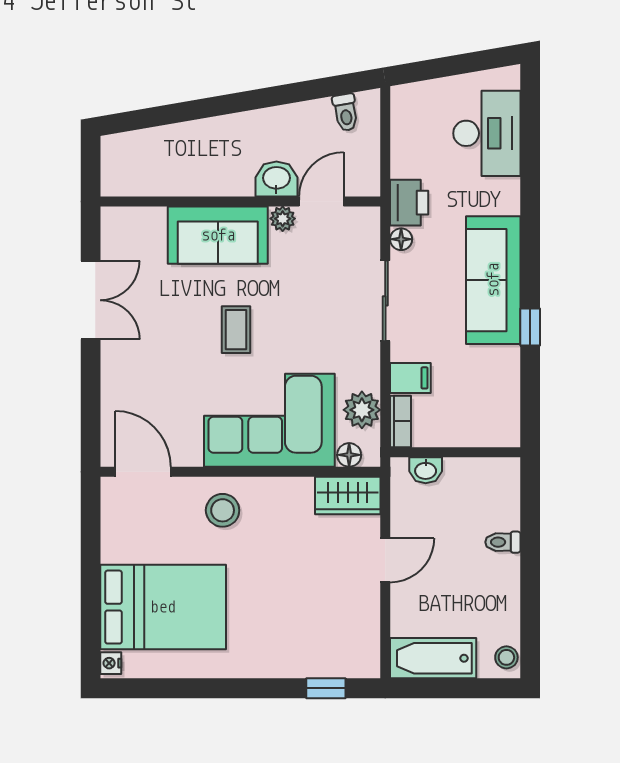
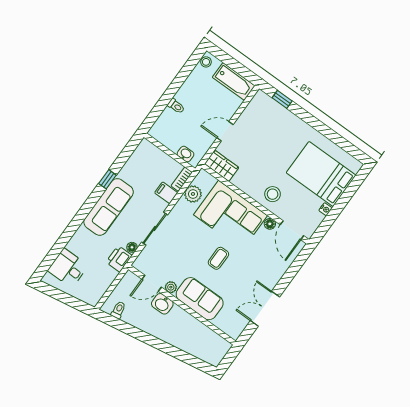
desk: (487, 133) -> (68, 268), width x0.73
floor lamp: (349, 455) -> (270, 224), moved
nightstand: (111, 663) -> (326, 209), moved

